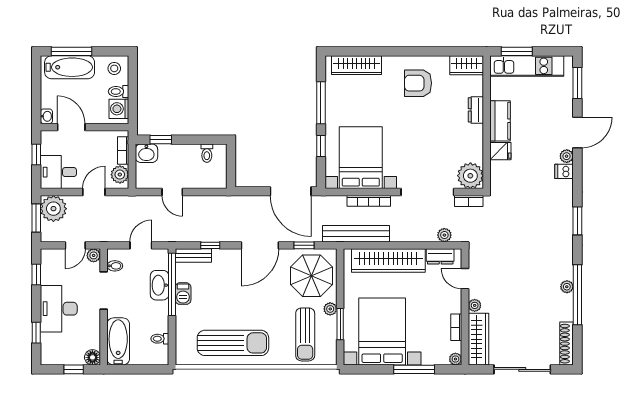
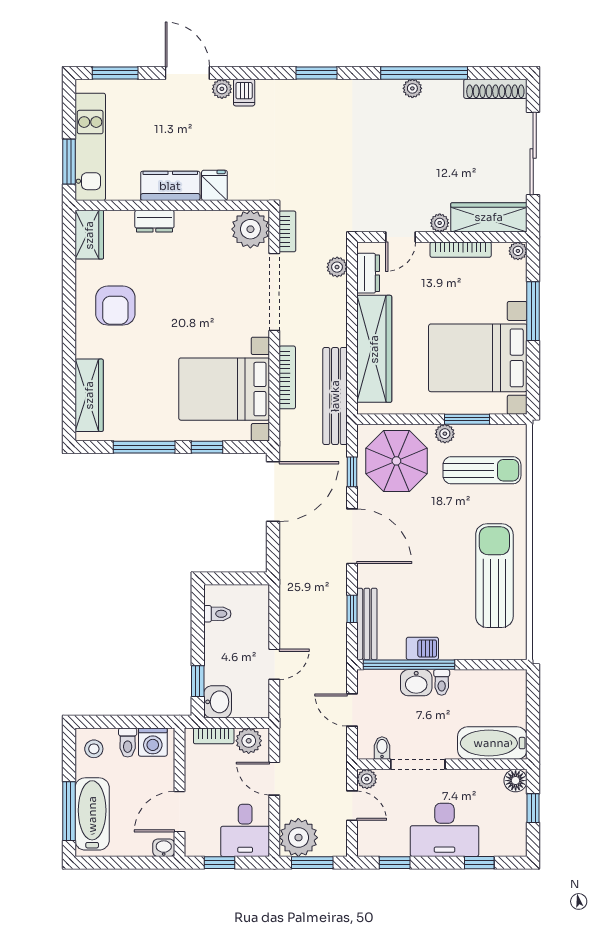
bench: (193, 256) -> (367, 624), width x1.36
washbasin: (160, 285) -> (416, 683), width x0.72
bookcase: (456, 327) -> (461, 250), width x1.56
toilet: (160, 339) -> (442, 682), moved

